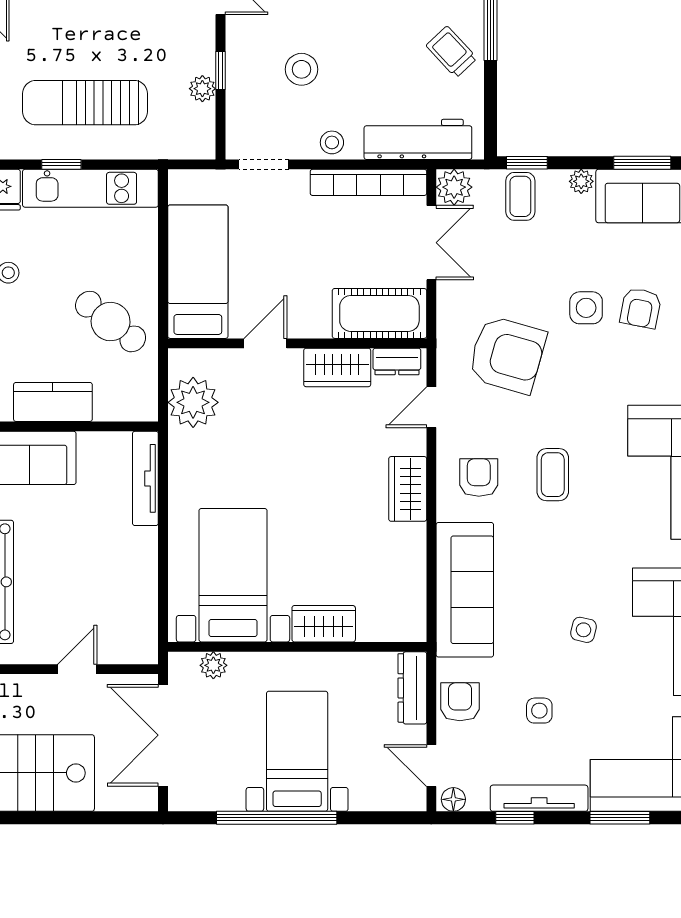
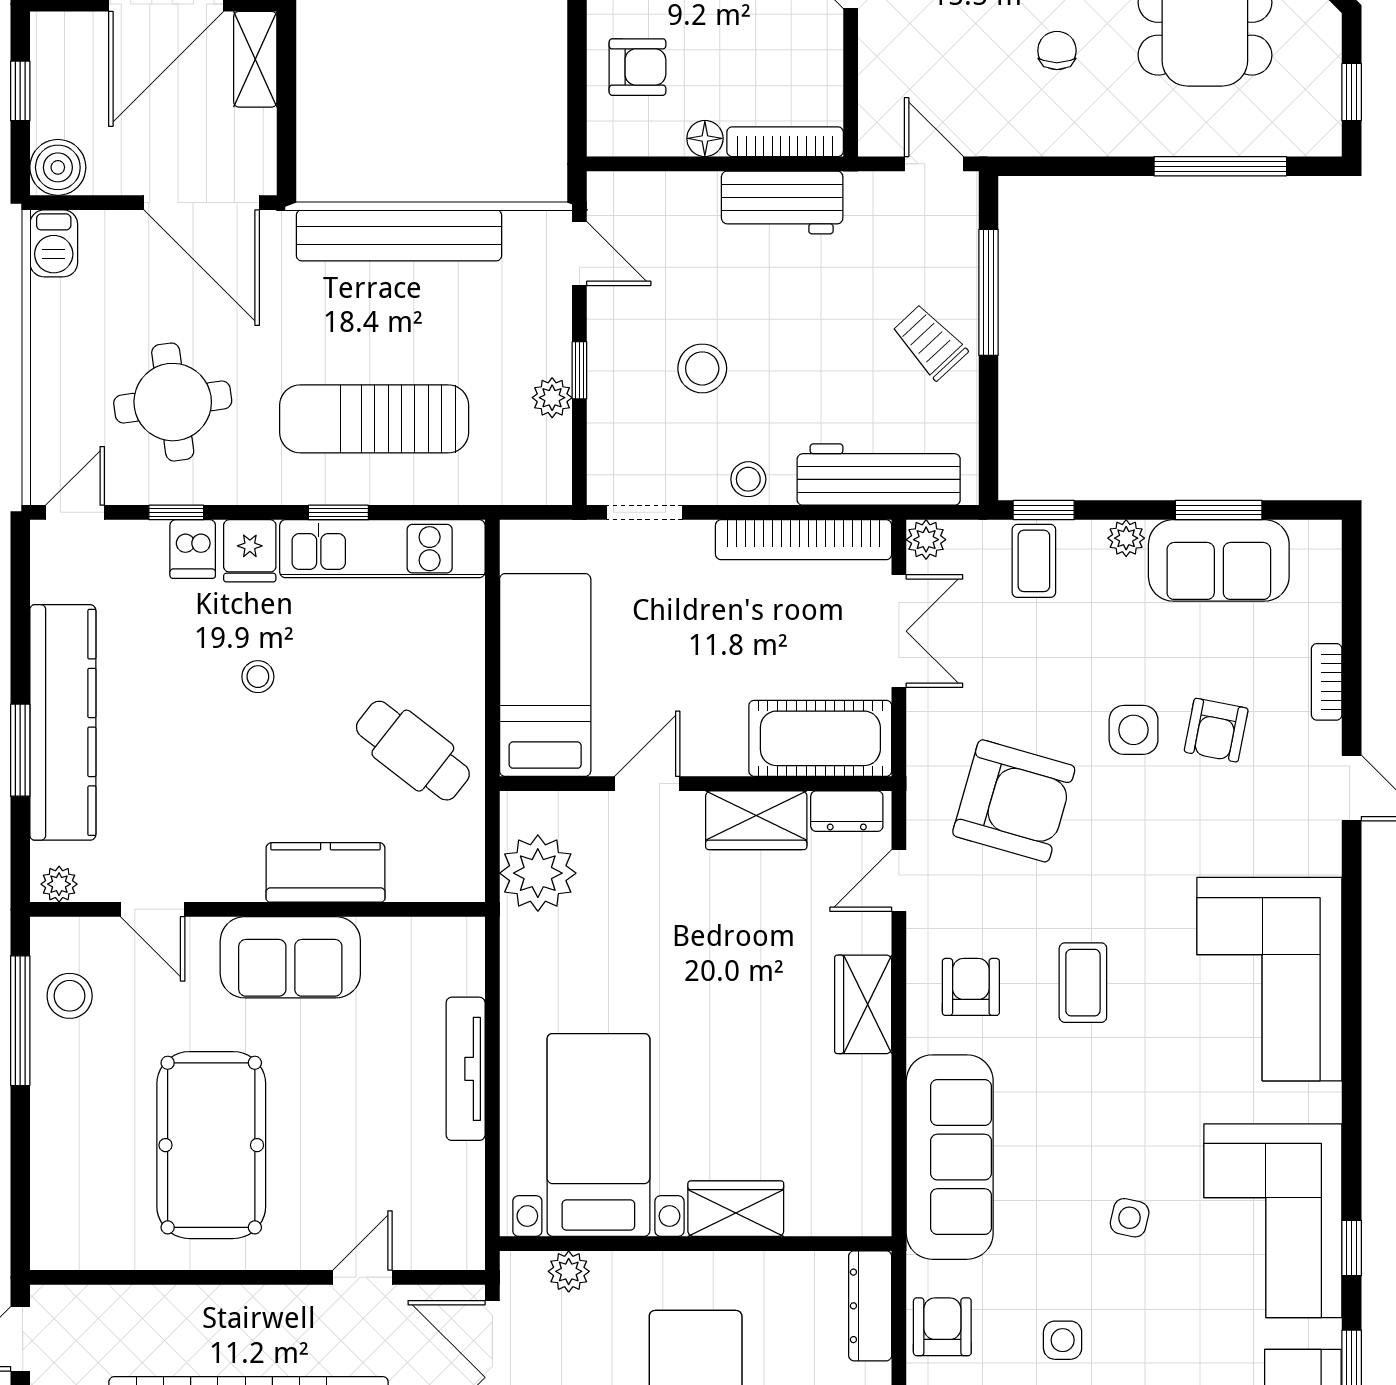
plant: (454, 187) -> (926, 540), width x0.73, depth x0.73
tv unit: (145, 478) -> (466, 1069), moved

